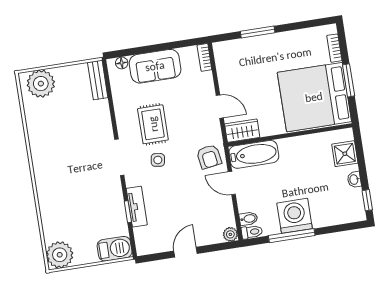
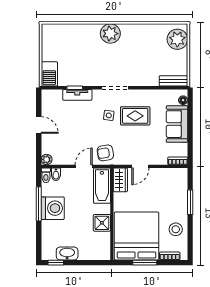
stool: (297, 46) -> (176, 229), added
shower: (345, 154) -> (102, 223), moved
washbasin: (354, 180) -> (67, 253), width x1.91, depth x1.45
plant: (60, 255) -> (110, 34), moved

